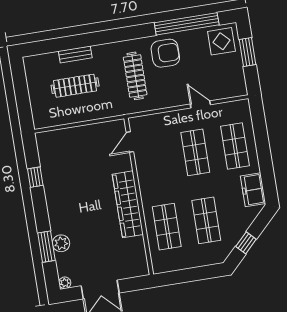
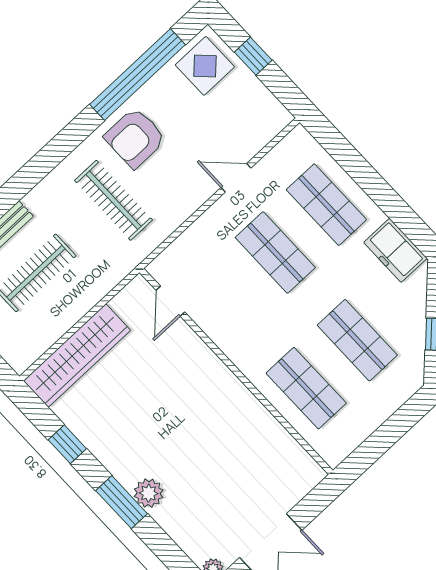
window: (248, 52) -> (253, 56), width x0.67
armchair: (165, 53) -> (135, 138), turned 180
wardrobe: (128, 204) -> (77, 356), moved, turned -90
plant: (61, 243) -> (149, 493), moved
window: (47, 247) -> (122, 502), moved

